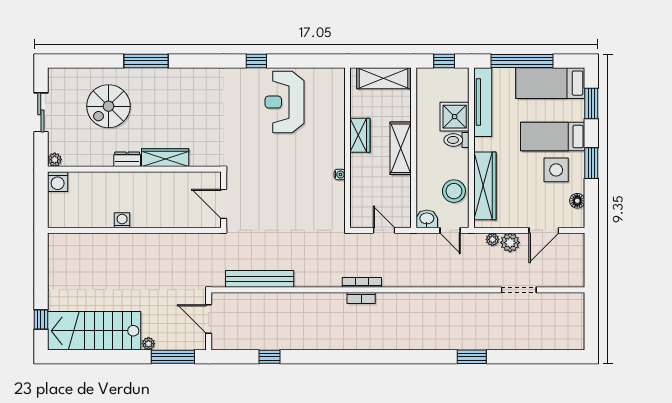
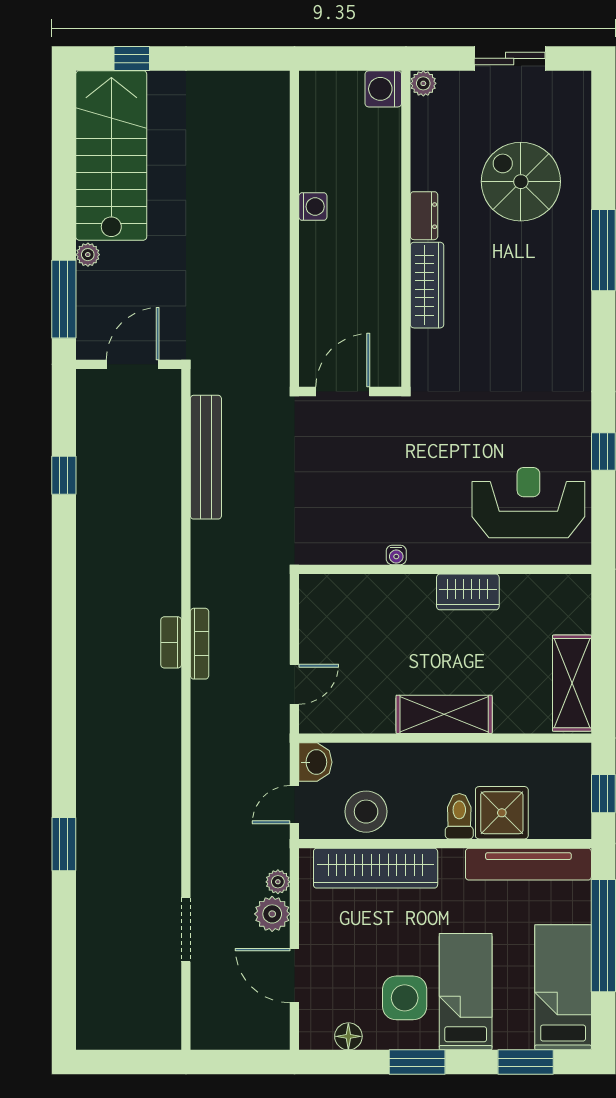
wardrobe: (360, 135) -> (468, 592), moved
wall: (348, 148) -> (445, 569), moved
water cooler: (340, 175) -> (396, 555), moved

